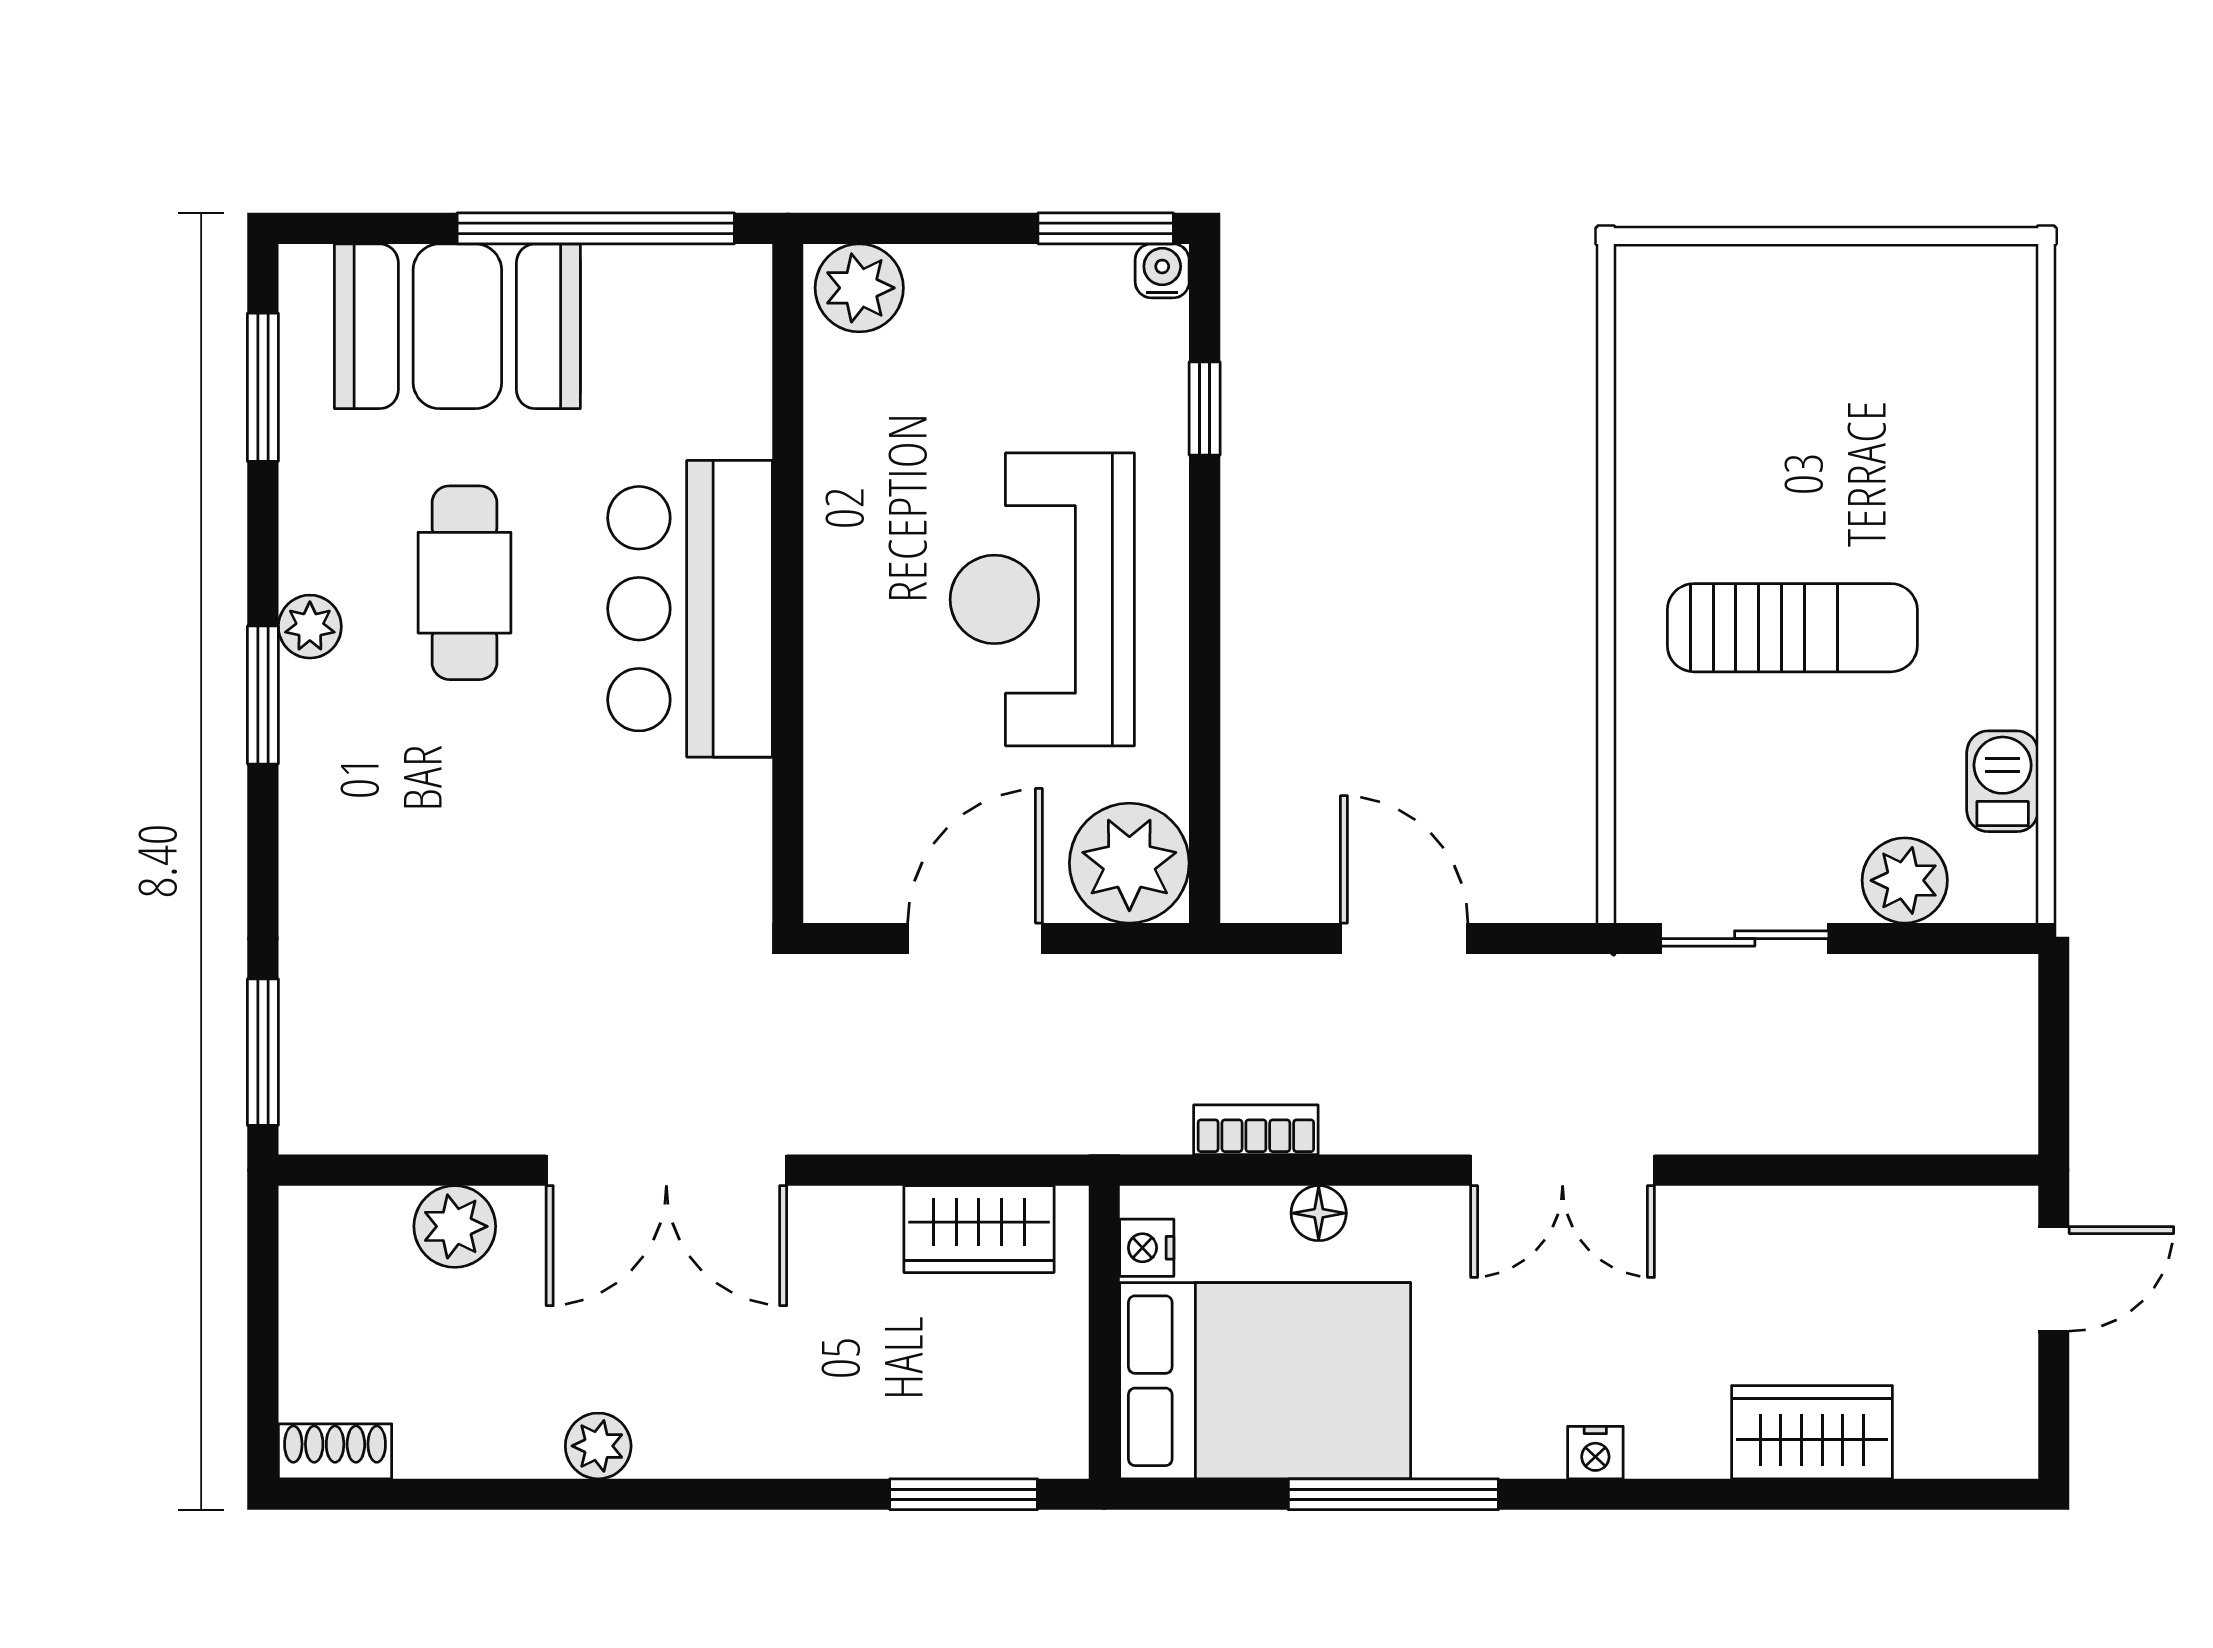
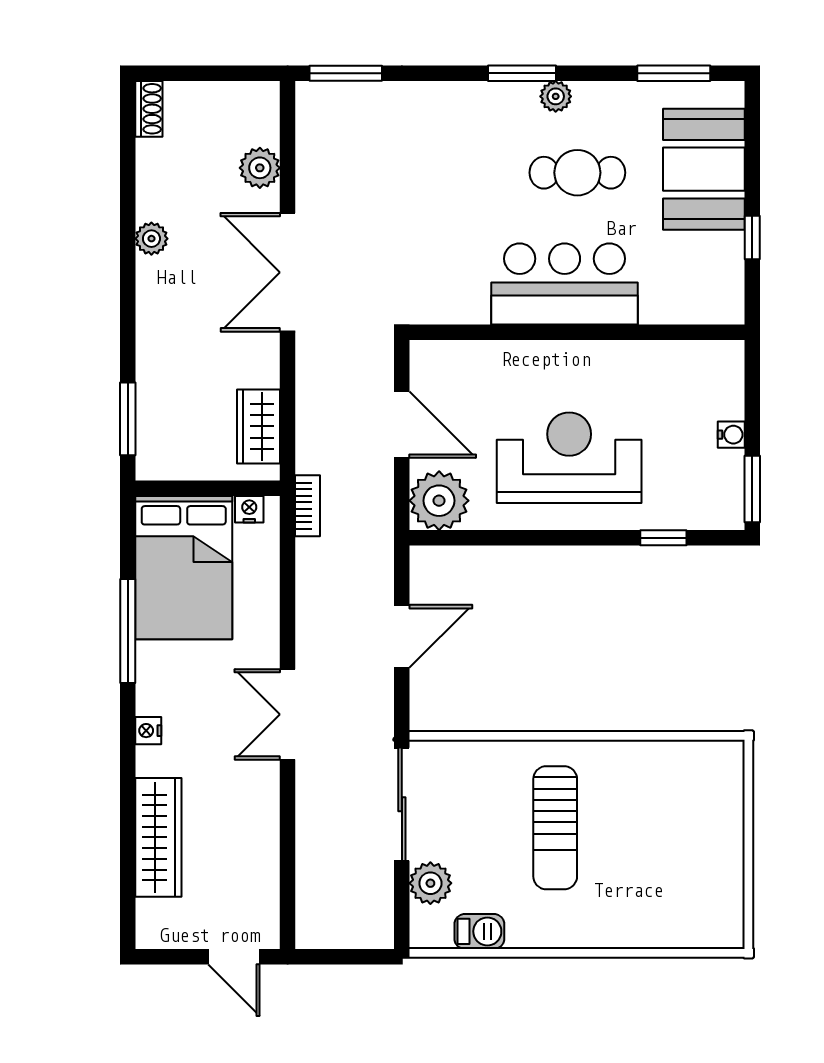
window: (596, 228) -> (752, 237), width x0.32
water cooler: (1162, 271) -> (731, 435), moved
plant: (859, 288) -> (723, 367), removed
sliding door: (1745, 939) -> (402, 804), width x1.37
bookcase: (1256, 1130) -> (307, 506), moved
floor lamp: (1319, 1213) -> (266, 594), removed
wardrobe: (1812, 1432) -> (158, 837), width x1.50

